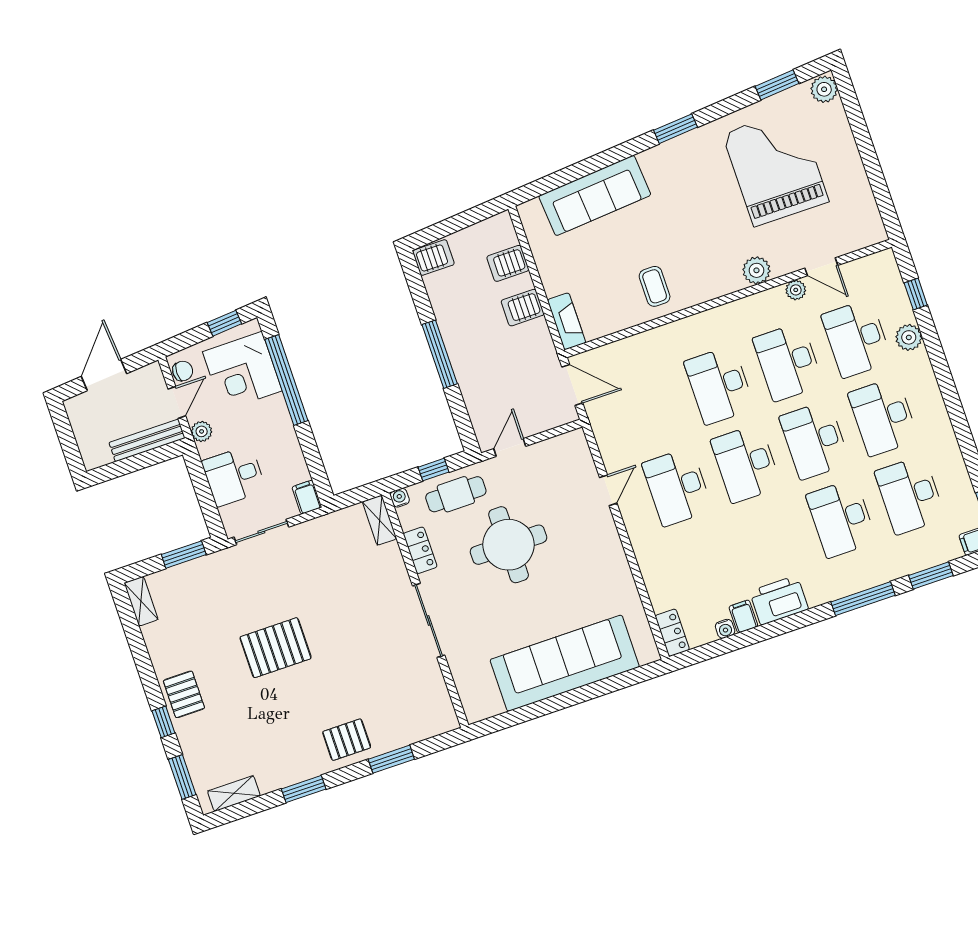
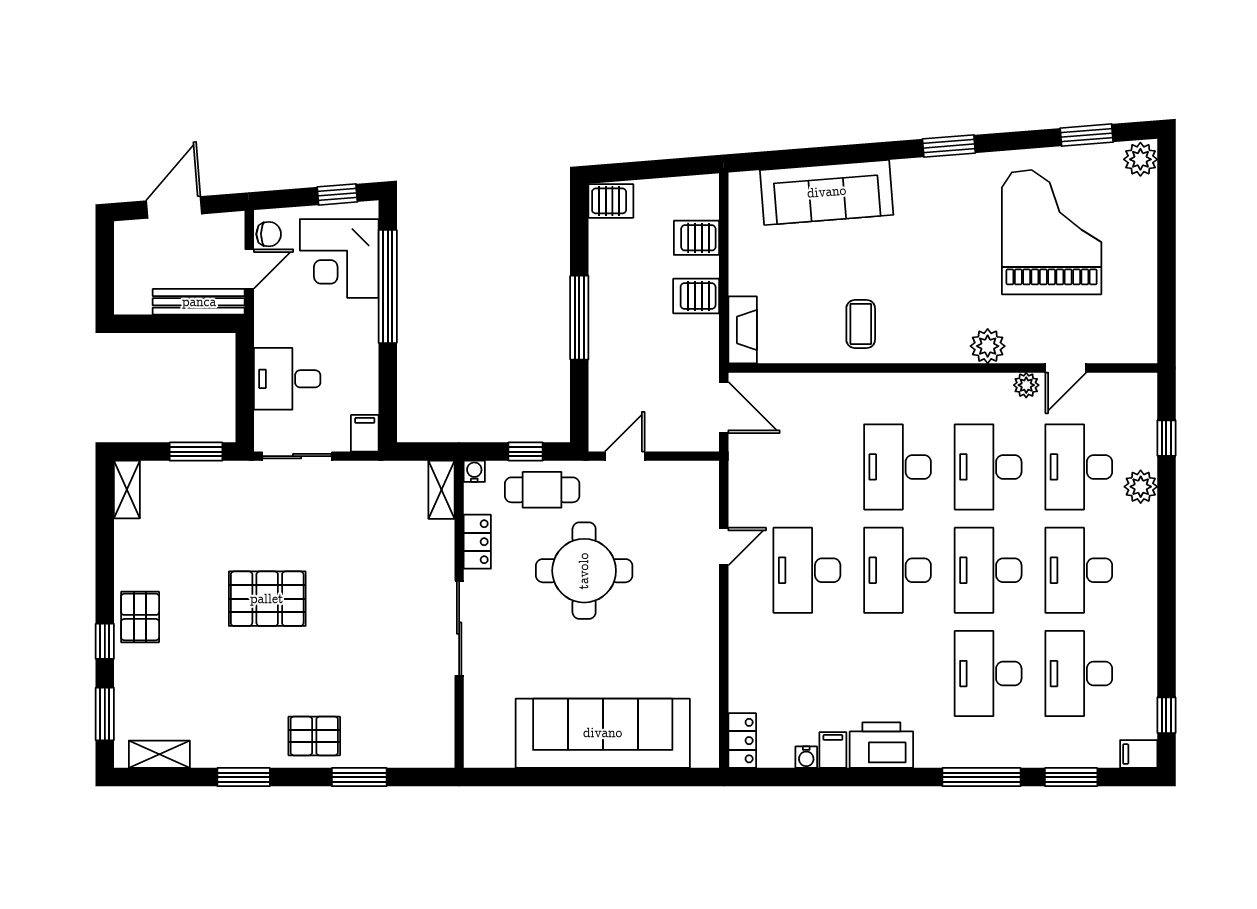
door: (821, 267) -> (1066, 368), hinge flipped
plant: (202, 431) -> (267, 313), removed

